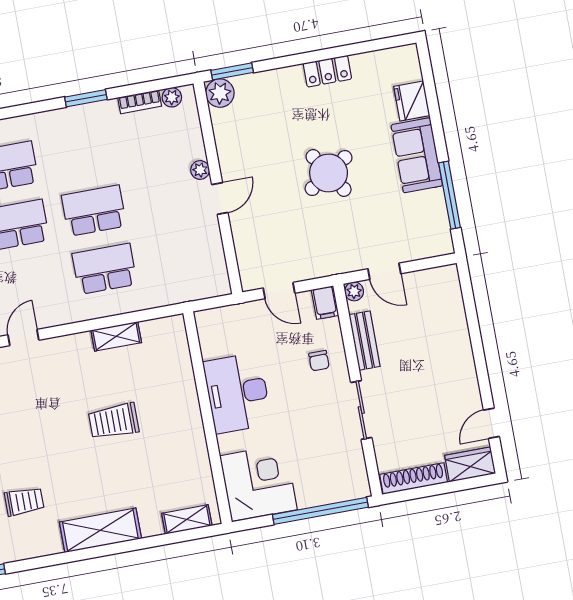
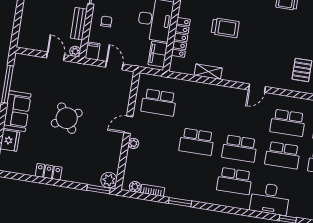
school desk: (105, 269) -> (159, 102), moved
filing cabinet: (212, 336) -> (158, 54), added
locker: (183, 378) -> (181, 37), added

